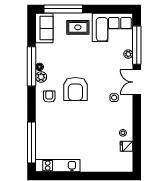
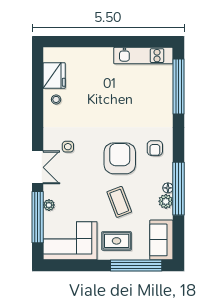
coffee table: (76, 56) -> (119, 202), added
plant: (41, 77) -> (166, 201), moved
fridge: (126, 146) -> (54, 76), width x1.88, depth x1.34

